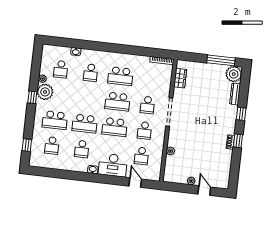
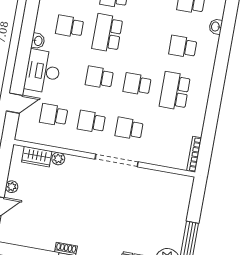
wardrobe: (180, 78) -> (37, 157), moved
school desk: (118, 102) -> (137, 84), width x0.54
school desk: (115, 127) -> (99, 77), width x0.54

